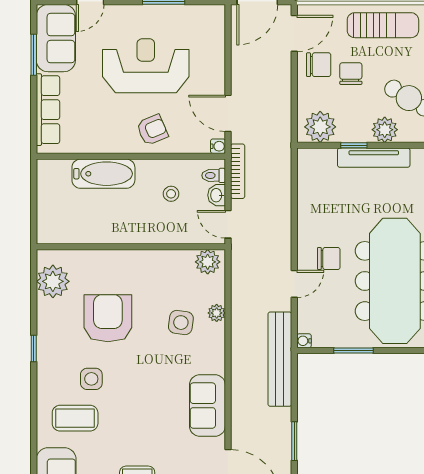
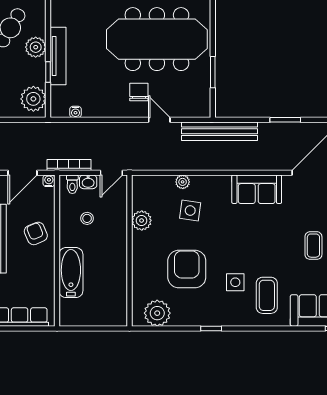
plant: (208, 262) -> (142, 220), moved
armchair: (108, 318) -> (187, 269), turned 90
water cooler: (304, 341) -> (76, 112), moved

